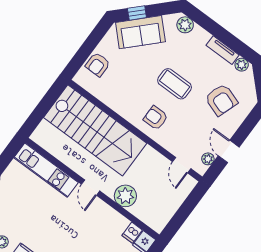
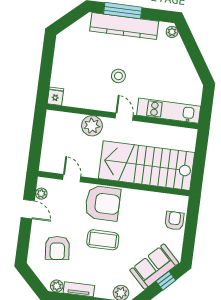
armchair: (221, 100) -> (57, 248), turned -115
armchair: (156, 118) -> (103, 203), width x1.88, depth x1.88
door: (182, 165) -> (72, 178), moved
stool: (75, 229) -> (118, 76), added
dishwasher: (132, 233) -> (70, 99), removed

